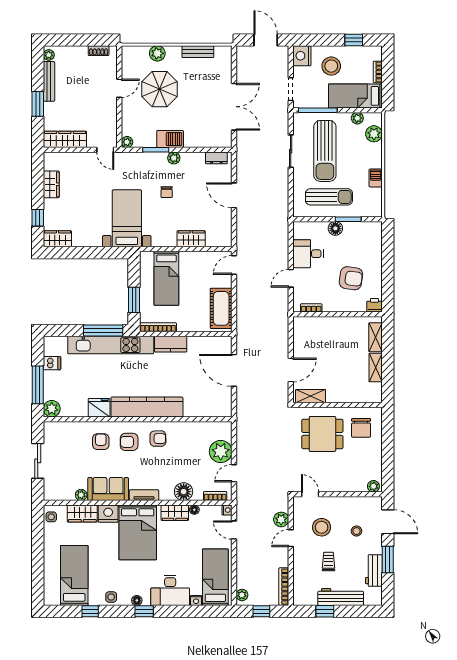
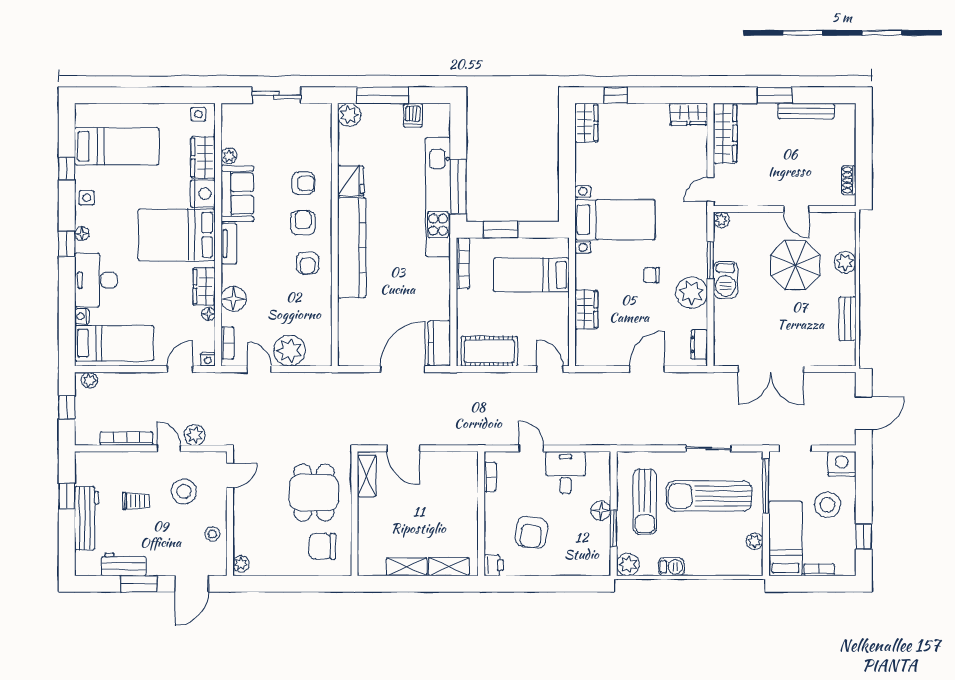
plant: (49, 55) -> (843, 111), removed
plant: (374, 134) -> (628, 564), moved
plant: (174, 158) -> (692, 293), width x1.88, depth x1.88
wardrobe: (51, 184) -> (689, 114), moved
kitchen counter: (171, 344) -> (439, 343), moved
stool: (357, 531) -> (212, 534), moved
bookcase: (284, 587) -> (126, 439), moved

